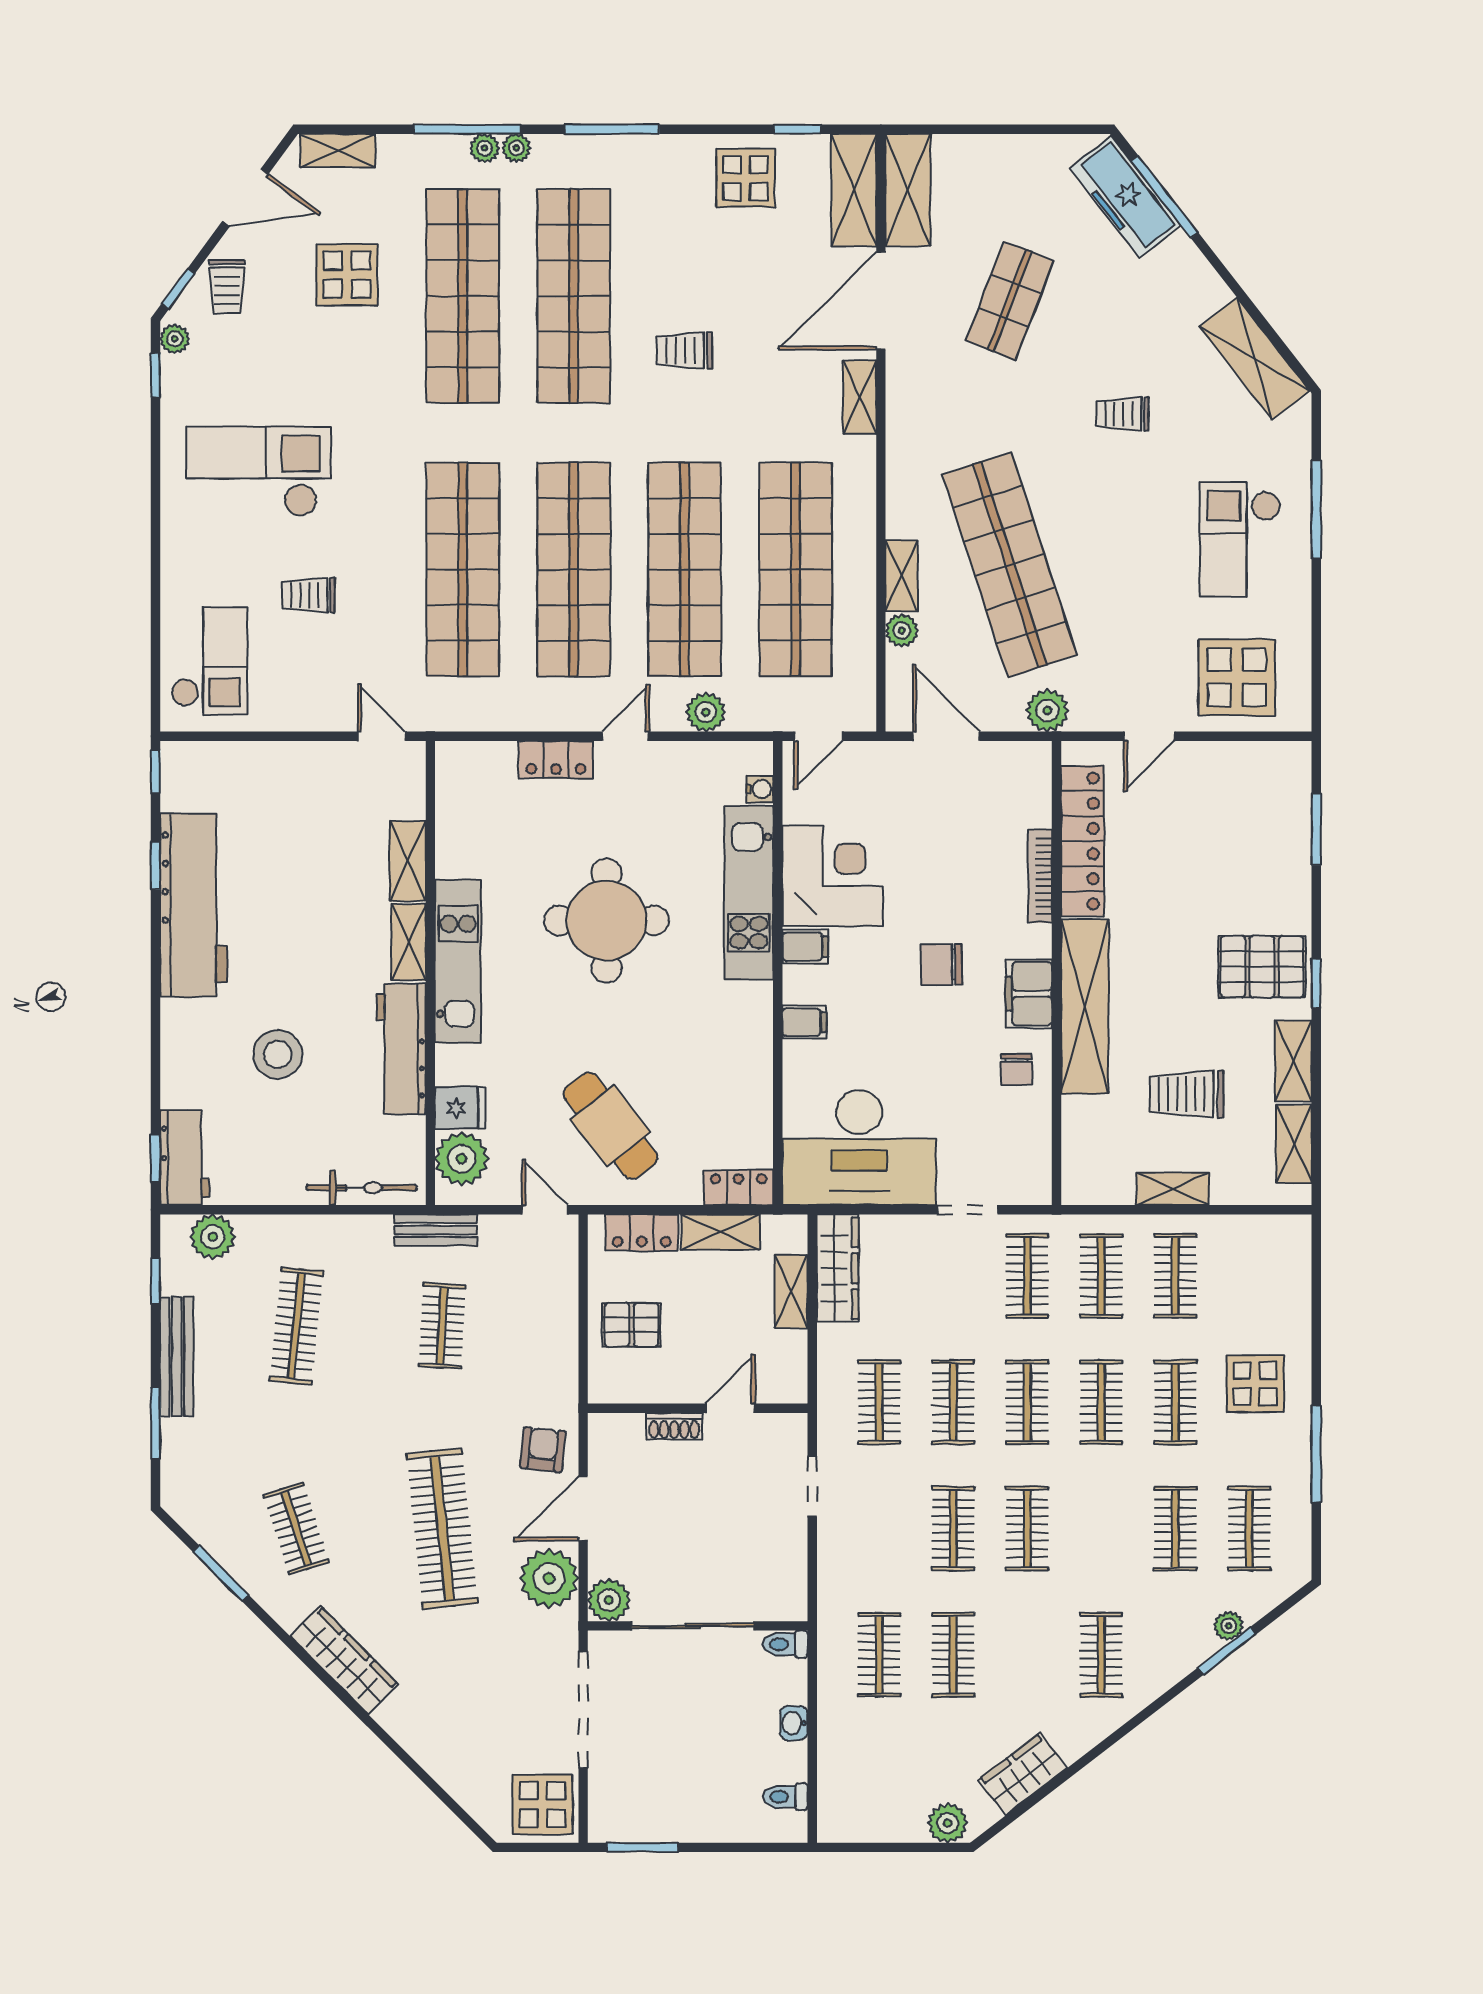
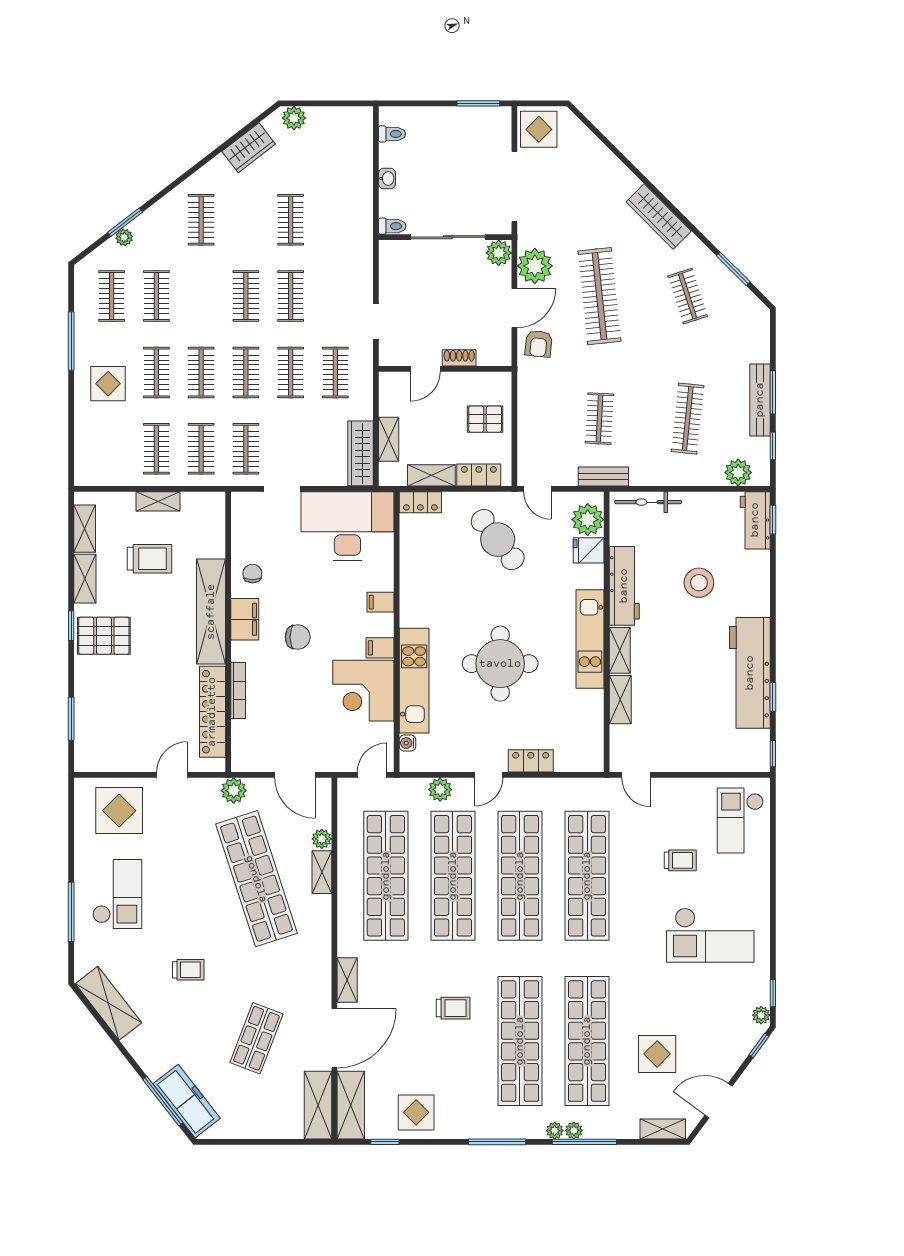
trolley: (227, 287) -> (730, 1047), removed
window: (155, 1423) -> (773, 392), moved
clothes rail: (879, 1655) -> (335, 220), removed

